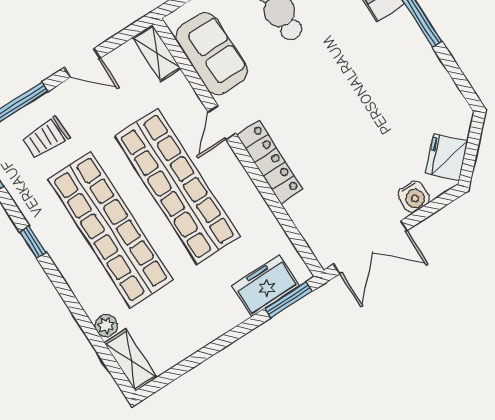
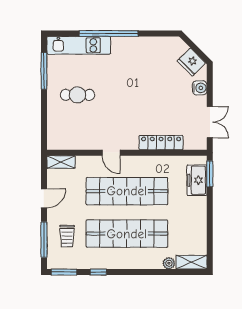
sofa: (212, 54) -> (77, 138), removed
locker: (270, 162) -> (161, 143), moved
window: (33, 242) -> (98, 272), moved
double door: (370, 247) -> (210, 122), width x0.73

